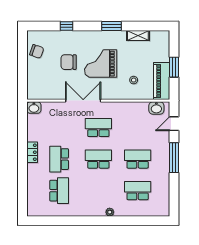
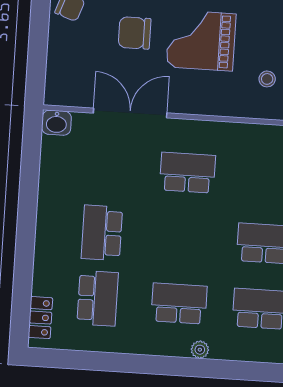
double door: (83, 101) -> (130, 113), moved
locker: (32, 152) -> (40, 318), moved
school desk: (98, 159) -> (179, 304), moved

